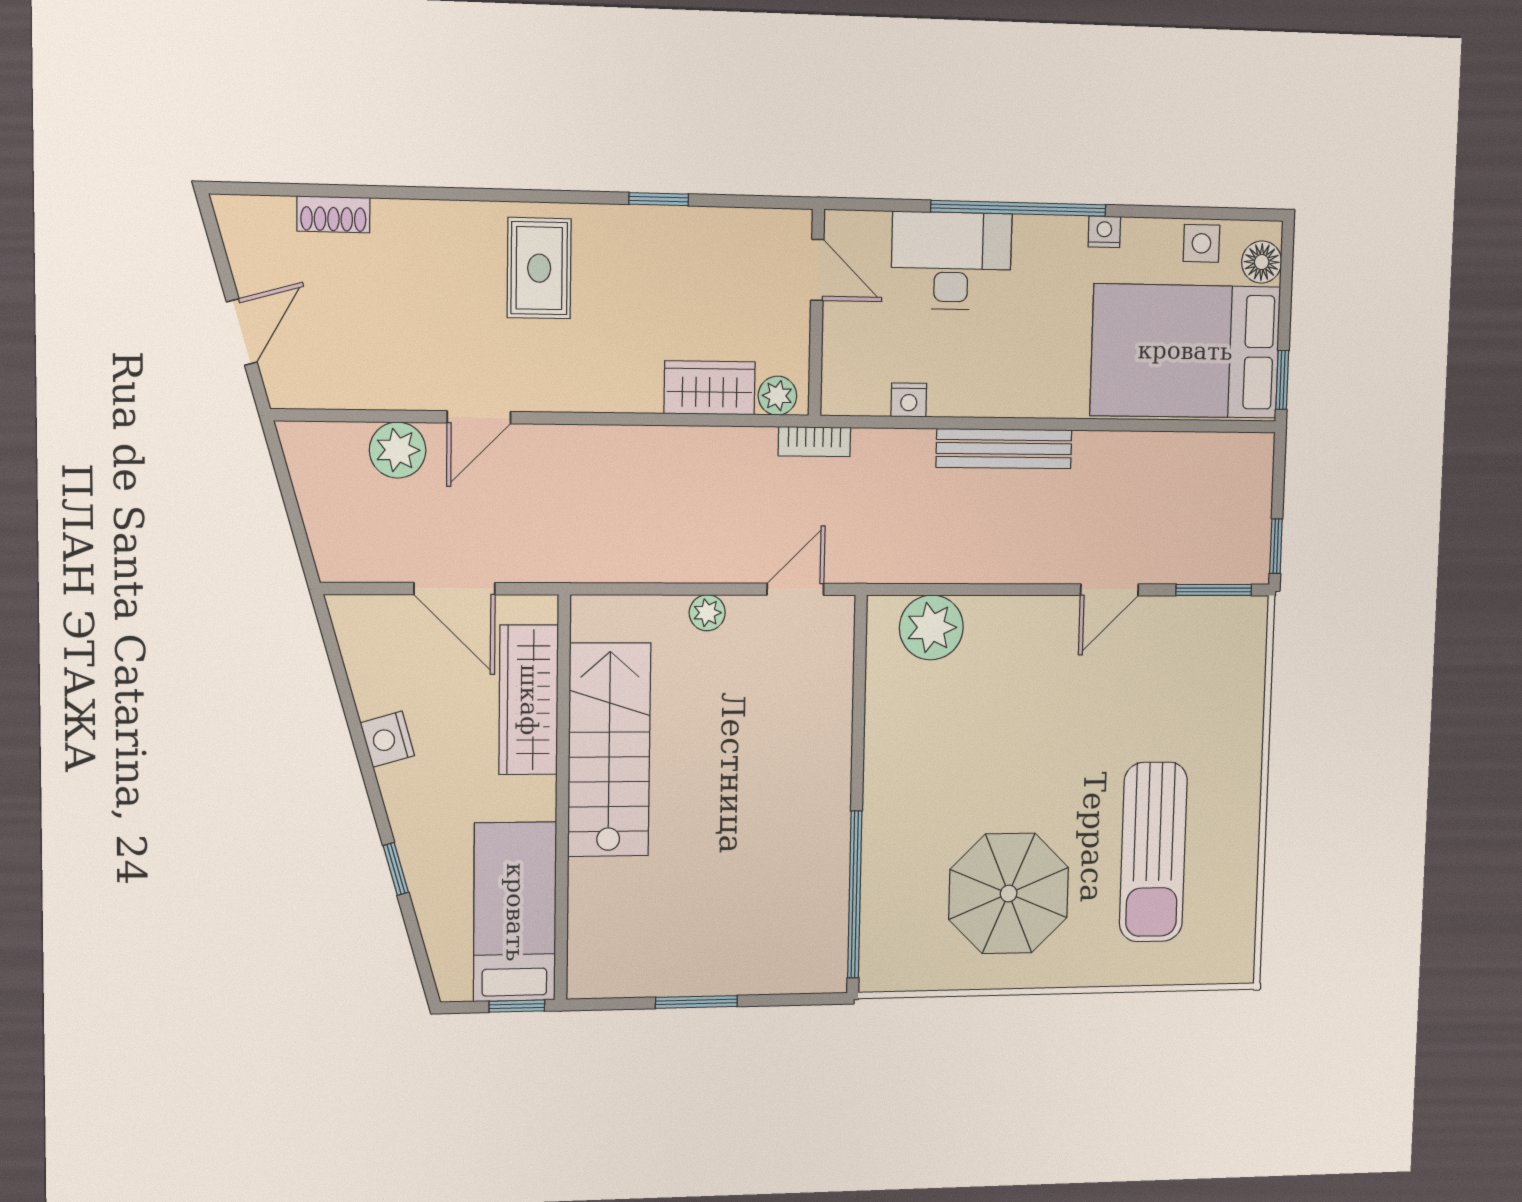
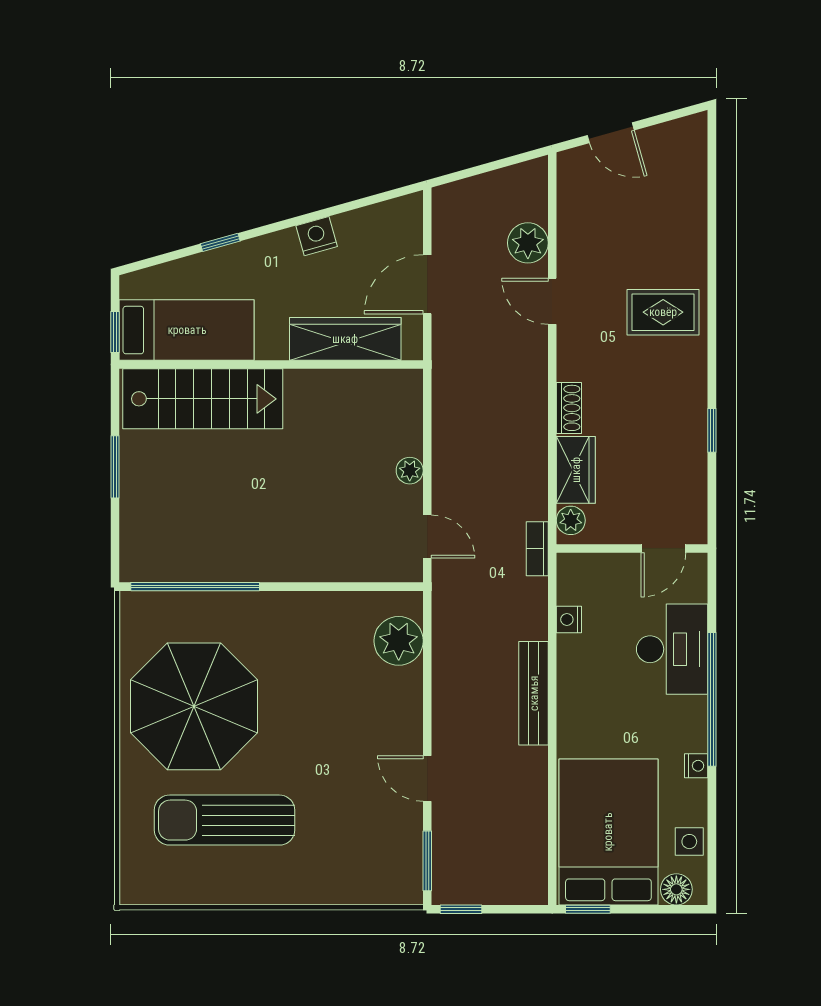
shoe rack: (333, 214) -> (569, 408), moved, turned 180
rug: (539, 268) -> (663, 312), moved
stairs: (609, 750) -> (203, 399), moved
parasol: (1009, 894) -> (194, 706), width x1.36, depth x1.36

